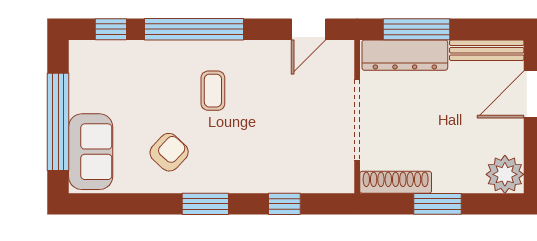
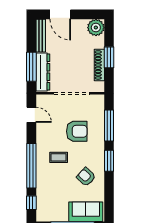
armchair: (272, 132) -> (77, 131), added
shoe rack: (396, 182) -> (99, 65), moved
window: (284, 204) -> (109, 126), width x2.17

